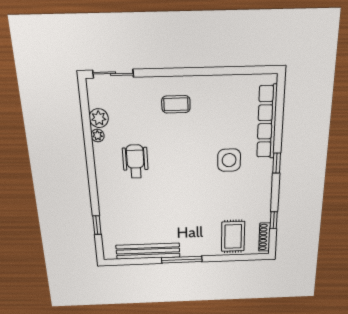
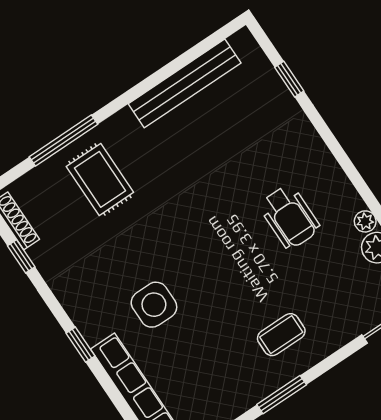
window: (196, 72) -> (282, 395), added
rug: (233, 236) -> (100, 179), moved
window: (182, 260) -> (63, 141), moved

